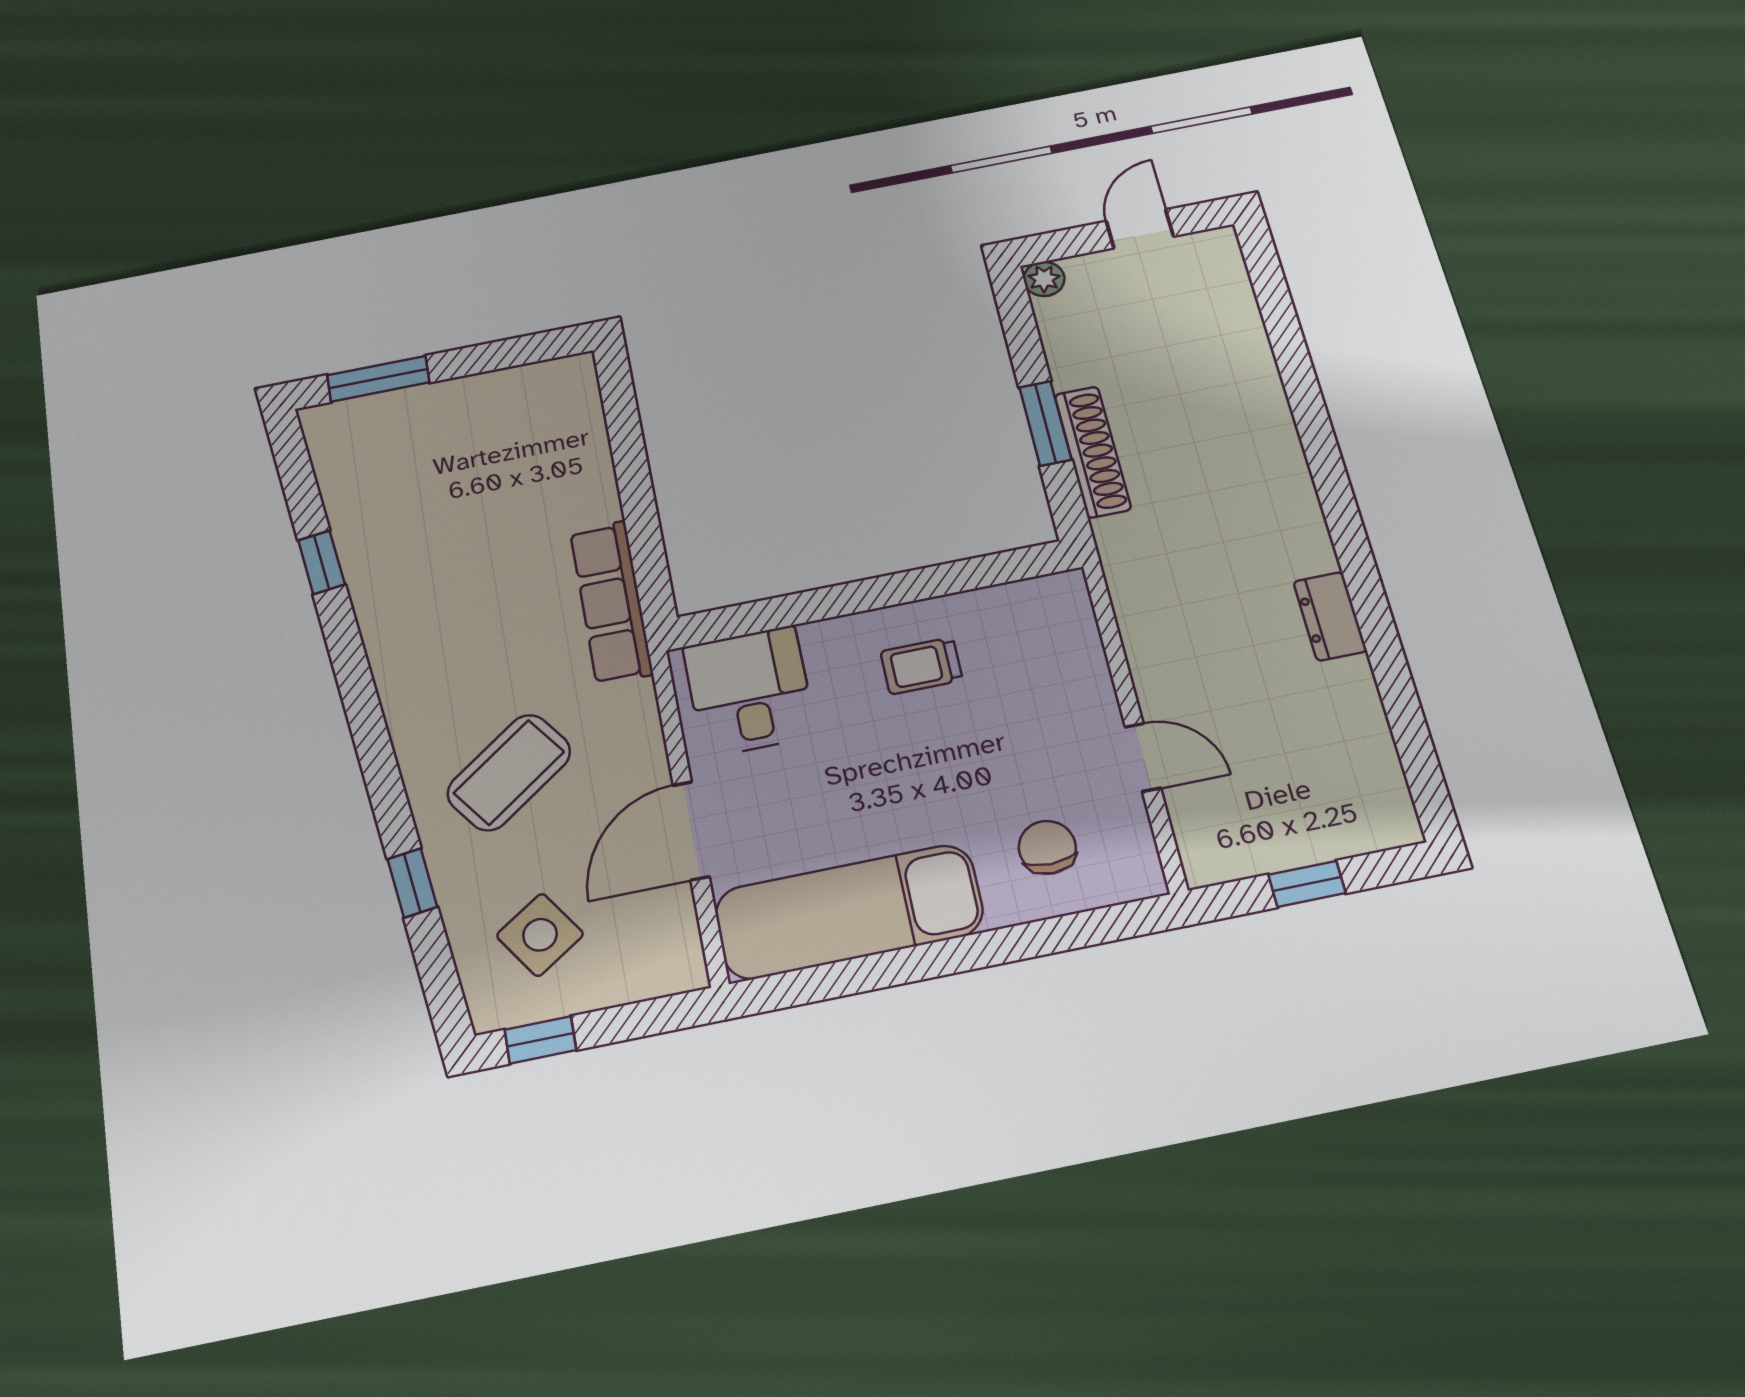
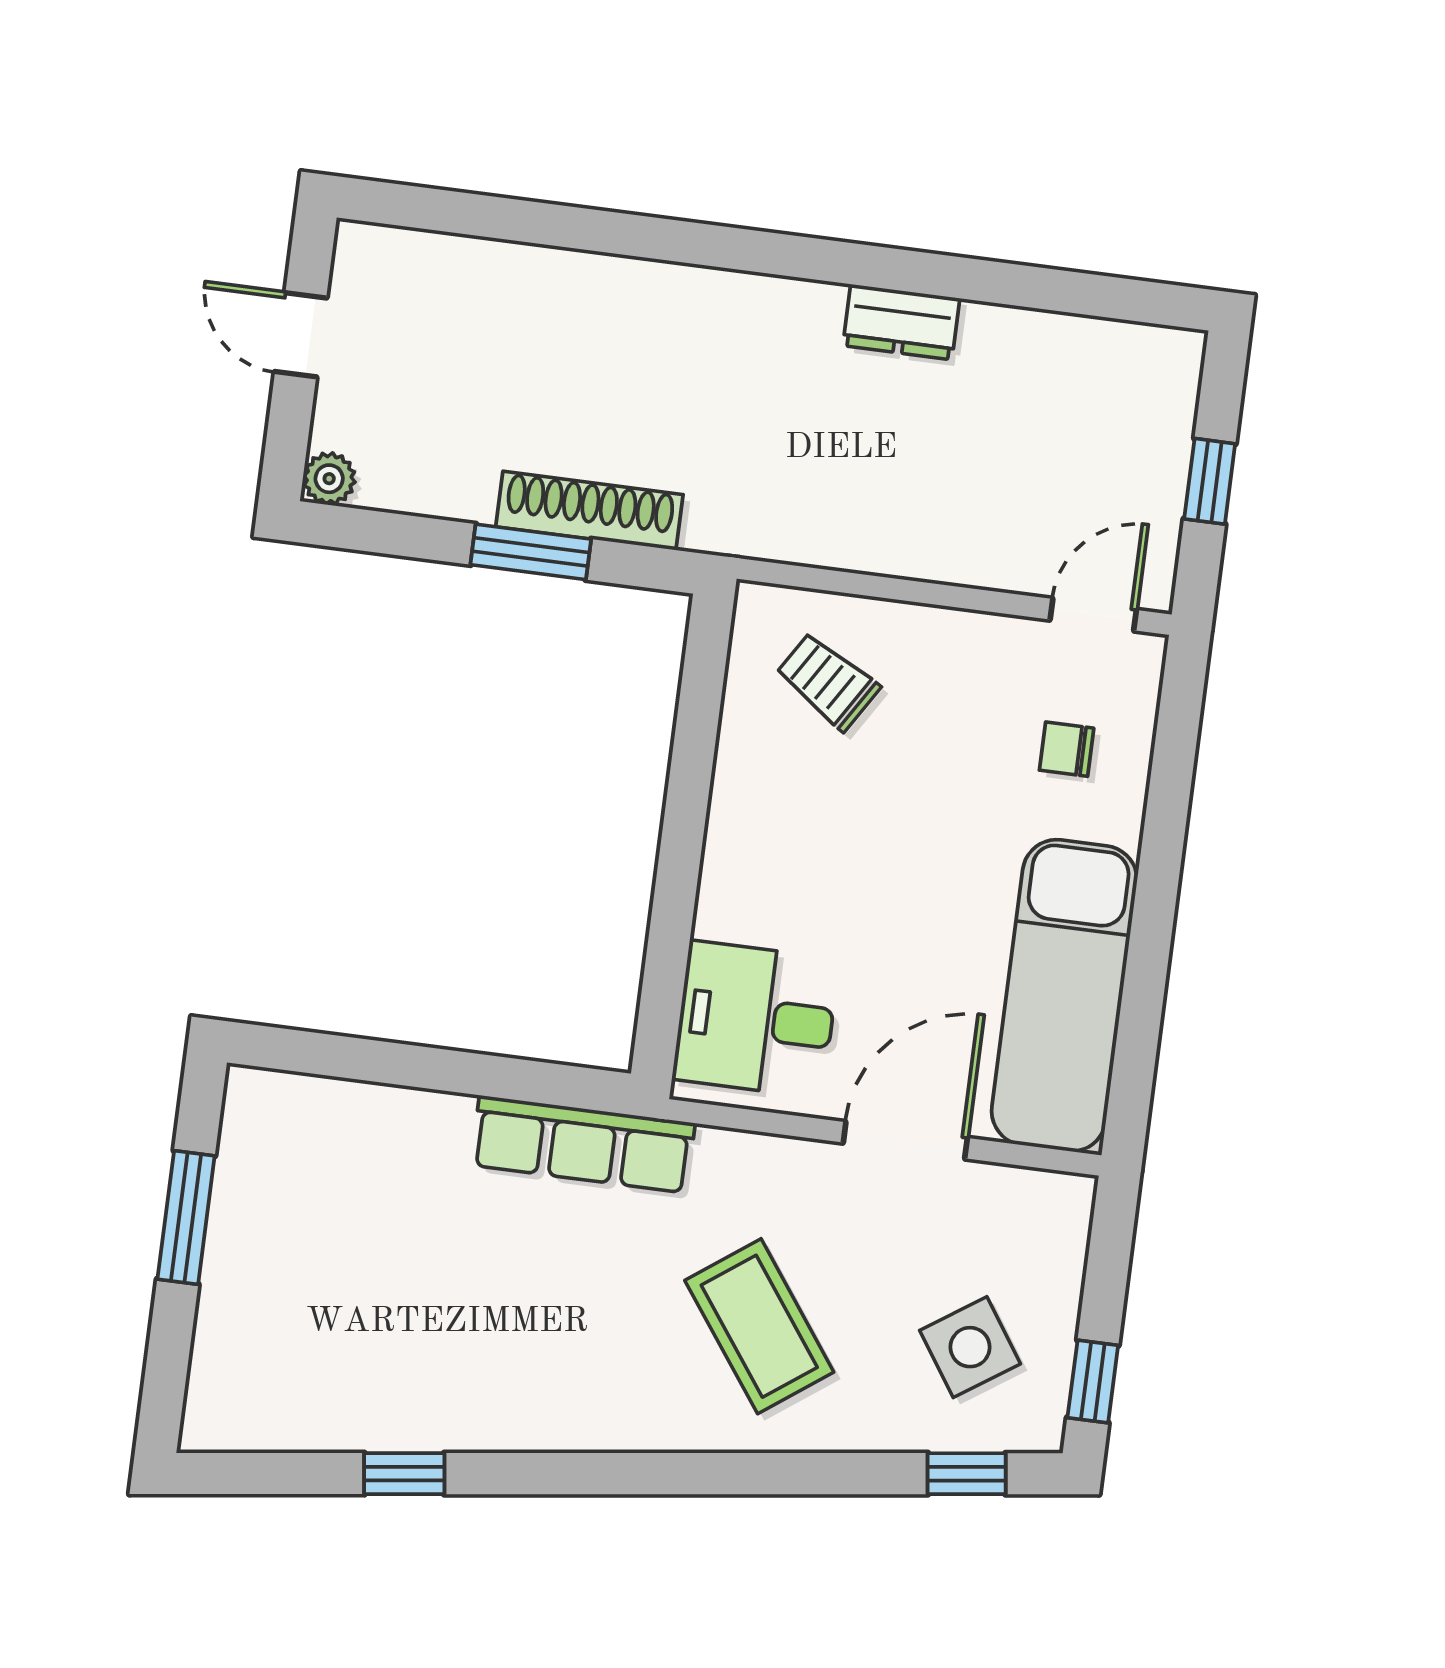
window: (378, 379) -> (186, 1218), moved
trolley: (922, 666) -> (828, 681), moved, turned 122
door: (1143, 757) -> (1093, 615), moved
door: (691, 831) -> (905, 1140), swing flipped
chair: (1047, 847) -> (1067, 749), width x0.73, depth x0.73
window: (412, 883) -> (967, 1474), moved

